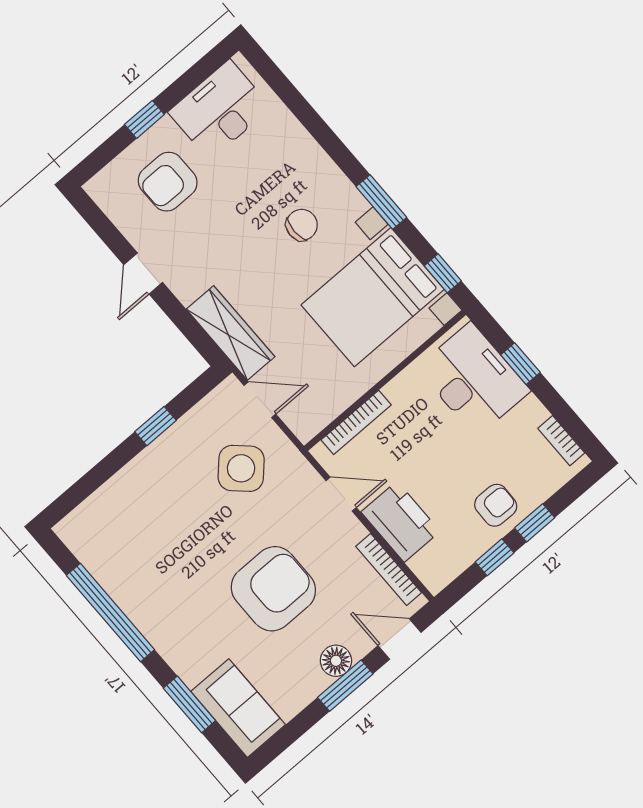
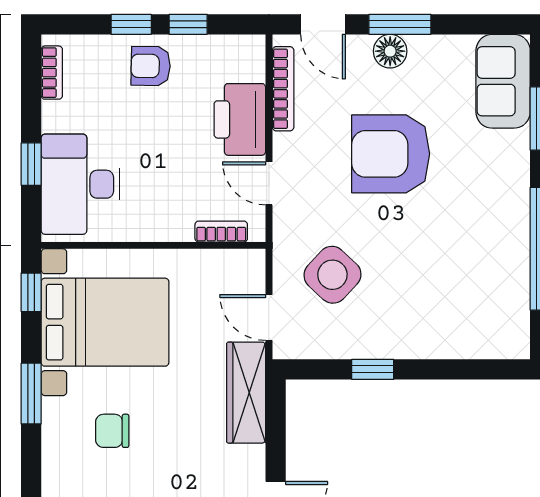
bookcase: (356, 422) -> (221, 232), width x0.64

